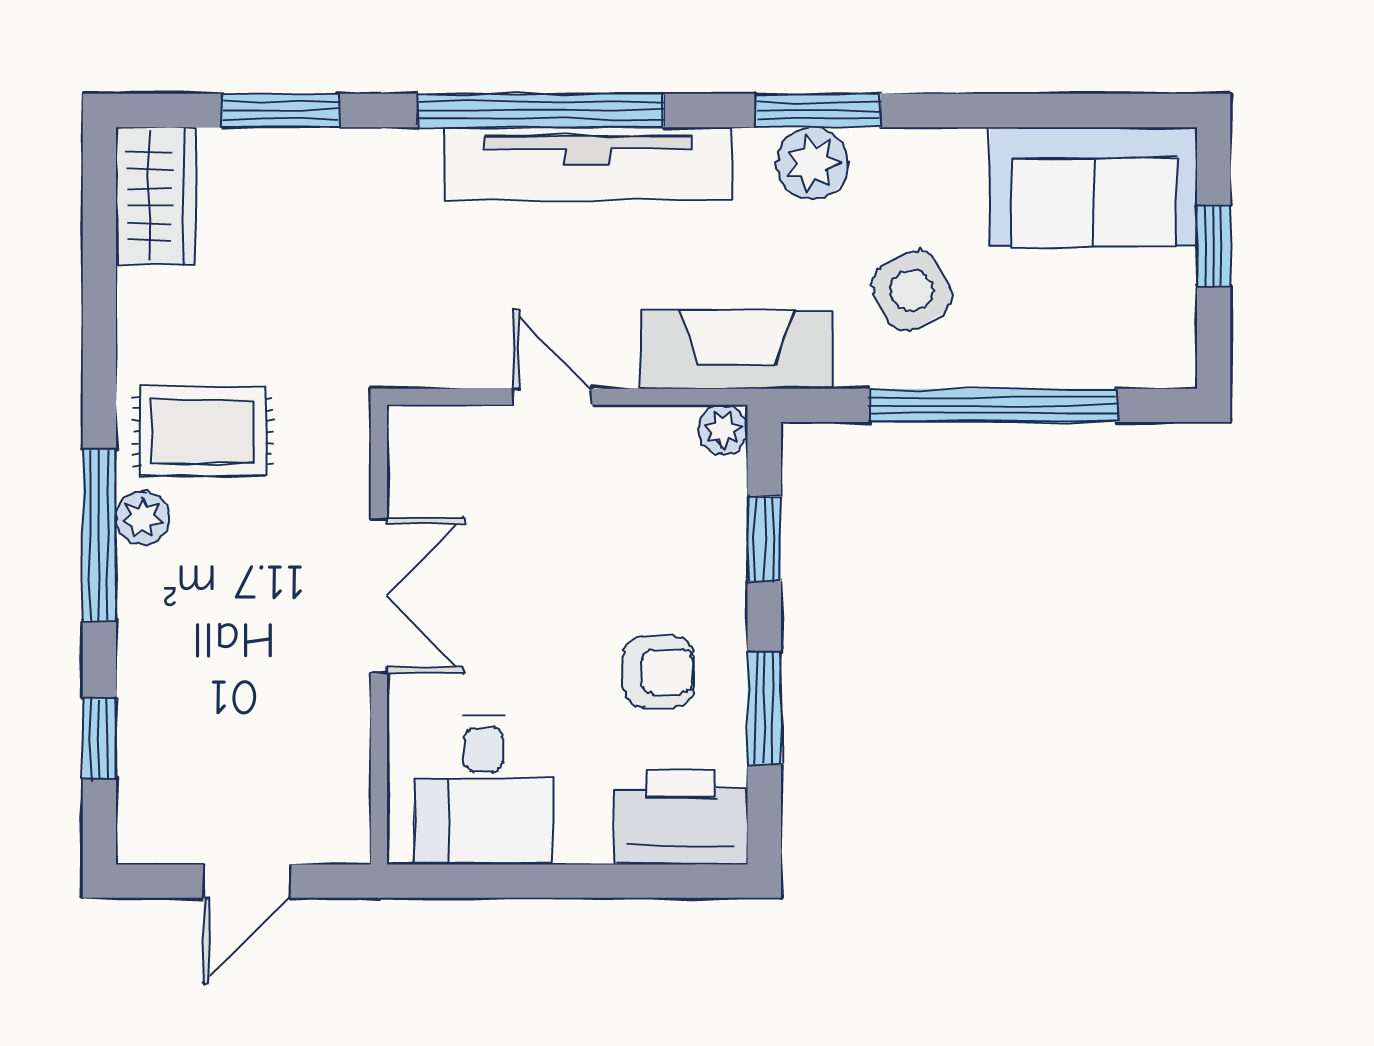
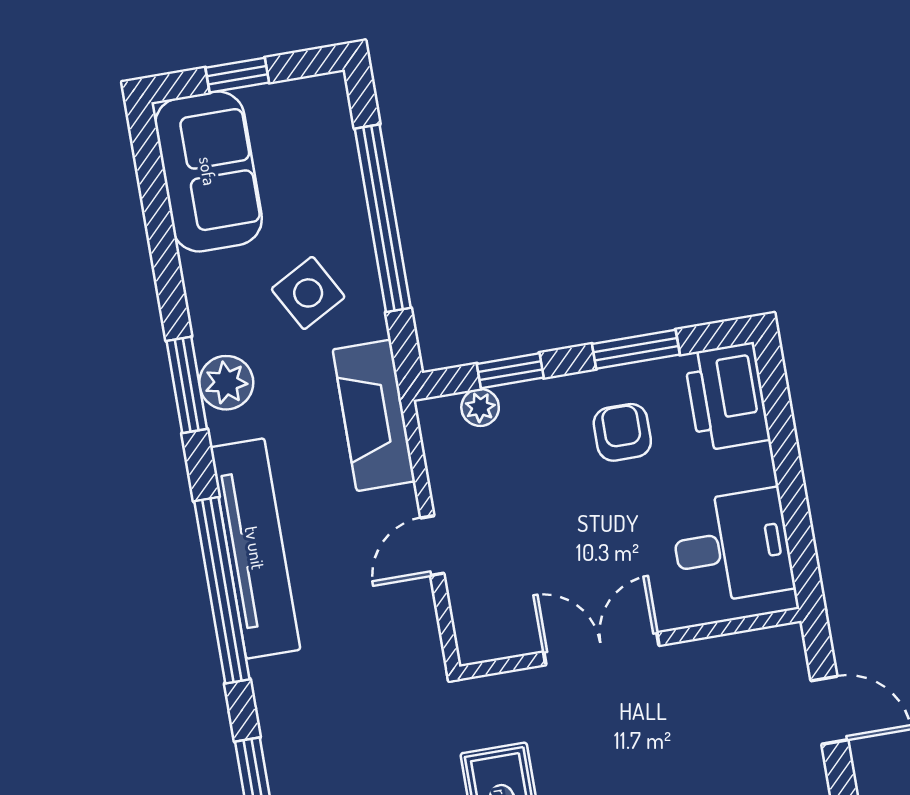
plant: (723, 429) -> (480, 407), moved

